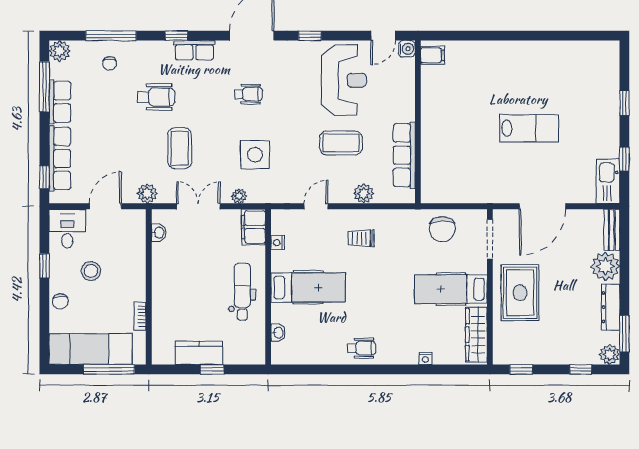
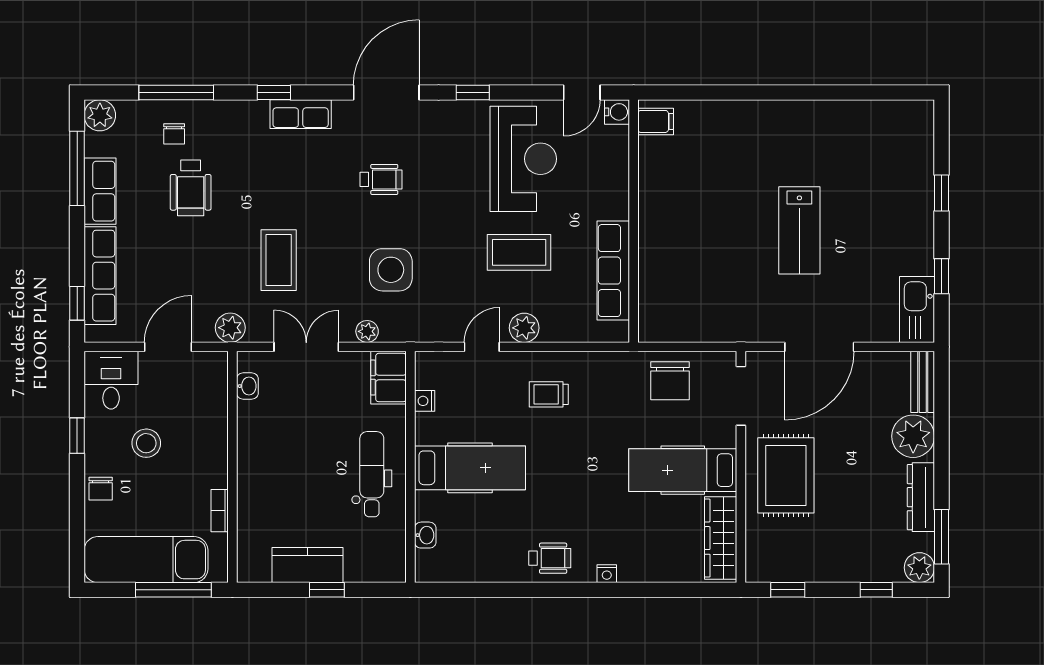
wheelchair: (156, 97) -> (191, 188), moved, turned 90
lab bench: (529, 128) -> (799, 230), turned 90
plant: (364, 194) -> (524, 328), moved
nightstand: (425, 359) -> (607, 574), moved

